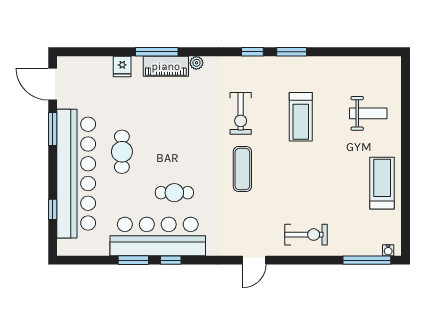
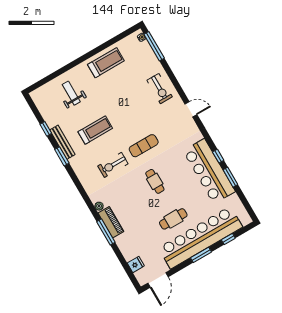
window: (252, 52) -> (46, 129), moved
bench: (310, 64) -> (62, 142), added
fridge: (122, 66) -> (136, 264), moved
exercise bike: (241, 113) -> (113, 165), turned 180
window: (53, 129) -> (201, 255), moved
treadmill: (382, 183) -> (106, 63), turned 180
cafe table: (174, 193) -> (155, 181), moved
exercise bike: (306, 235) -> (160, 89), turned 180

